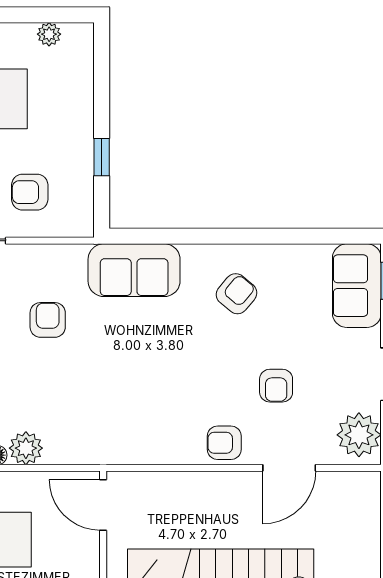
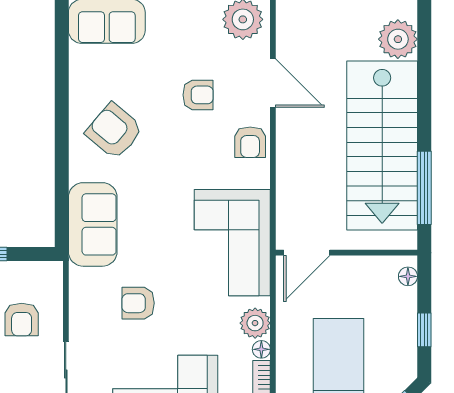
armchair: (237, 294) -> (114, 131), width x1.38, depth x1.38
corner sofa: (114, 423) -> (232, 243), added

